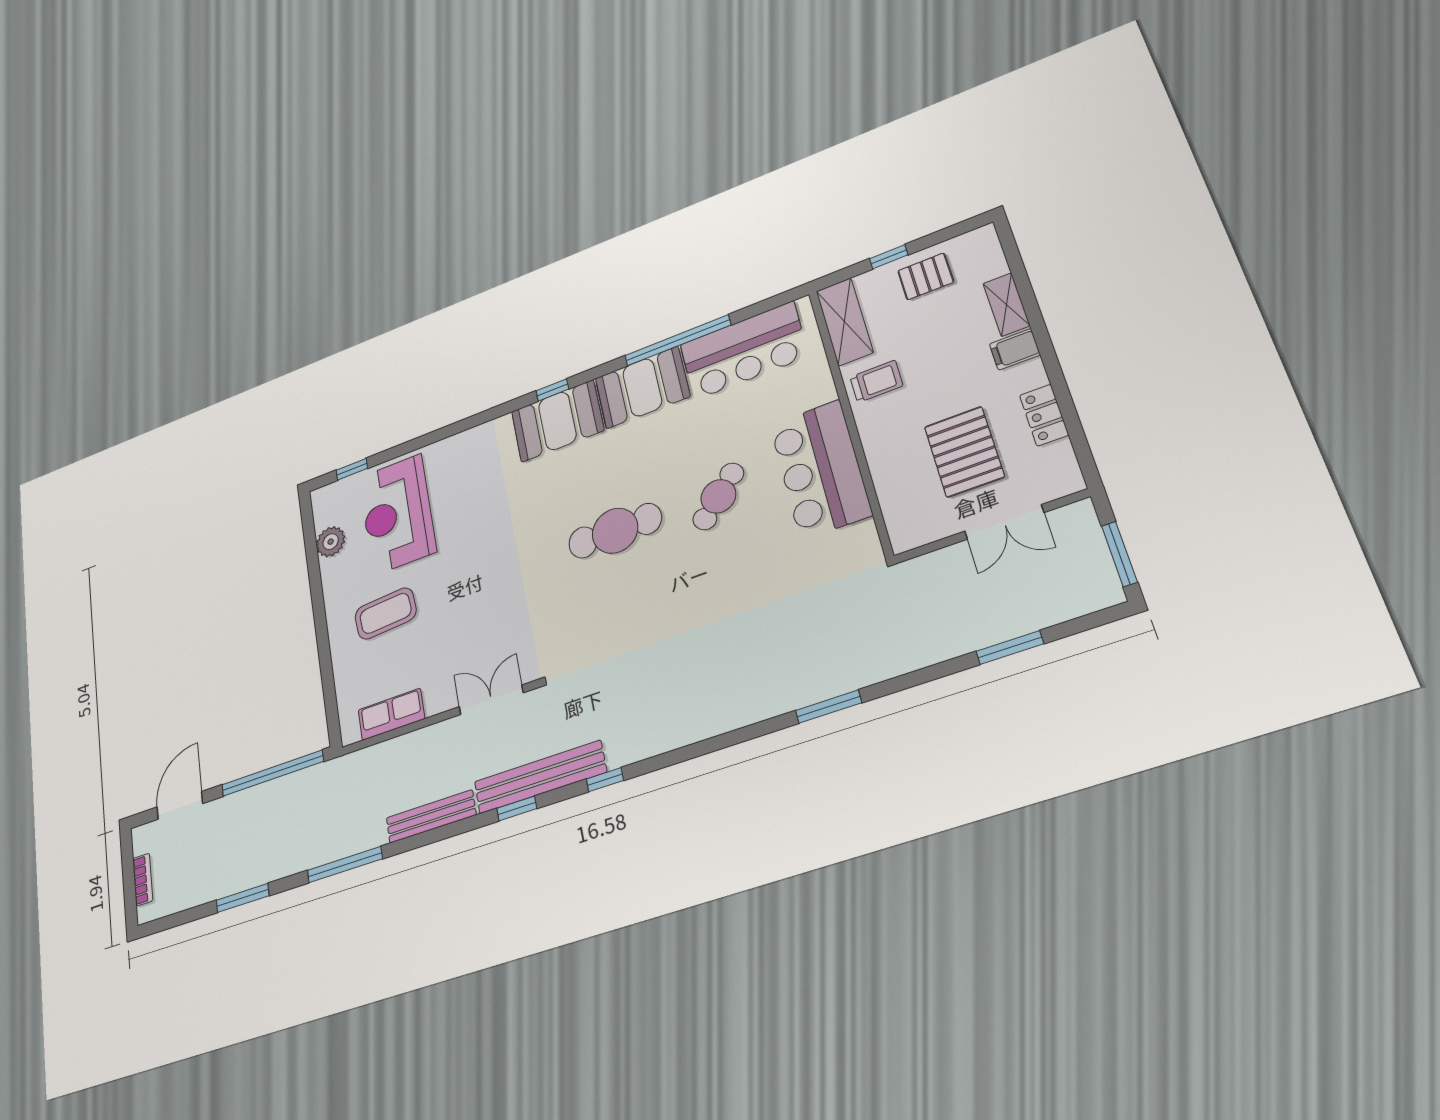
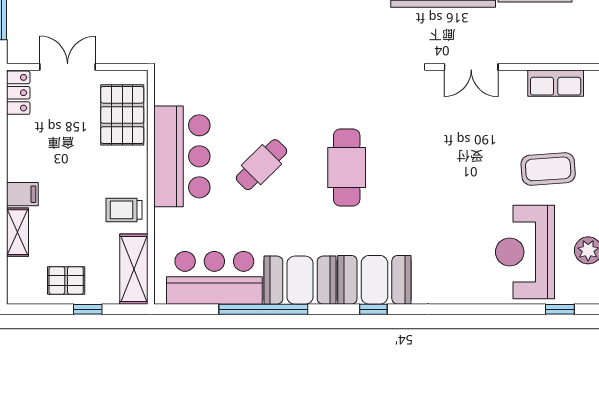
locker: (1044, 415) -> (18, 93), moved
pallet: (964, 452) -> (122, 115), moved
reception desk: (397, 514) -> (525, 252), turned 180
cafe table: (615, 531) -> (347, 168), turned 90

